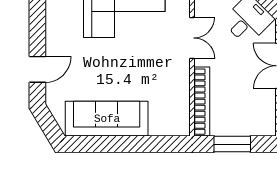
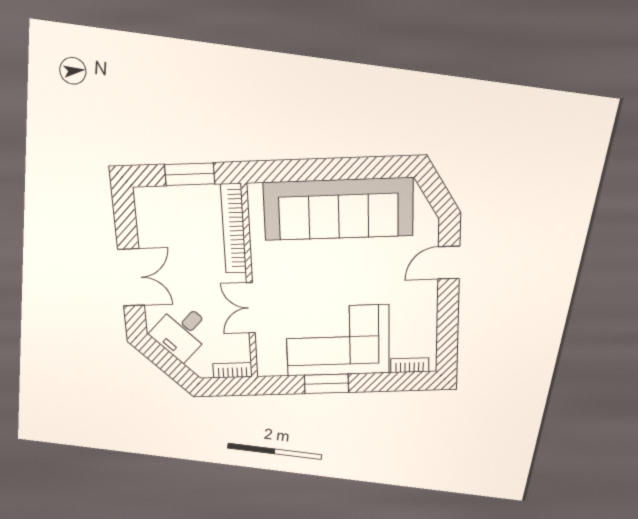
sofa: (107, 119) -> (338, 209), width x1.36, depth x1.27

